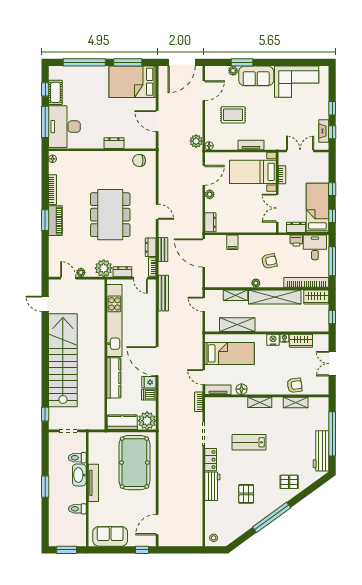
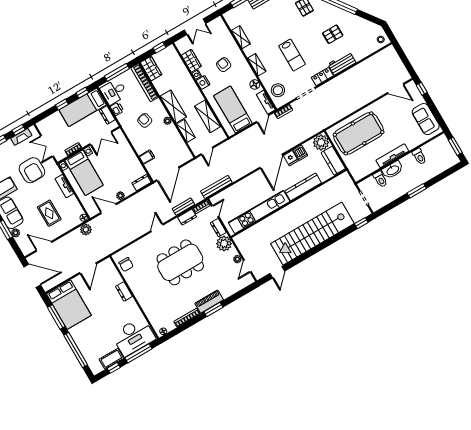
armchair: (285, 122) -> (32, 170), added
shelving: (275, 297) -> (173, 107), width x0.68
armchair: (295, 385) -> (224, 65), moved
stool: (223, 408) -> (278, 90), added

